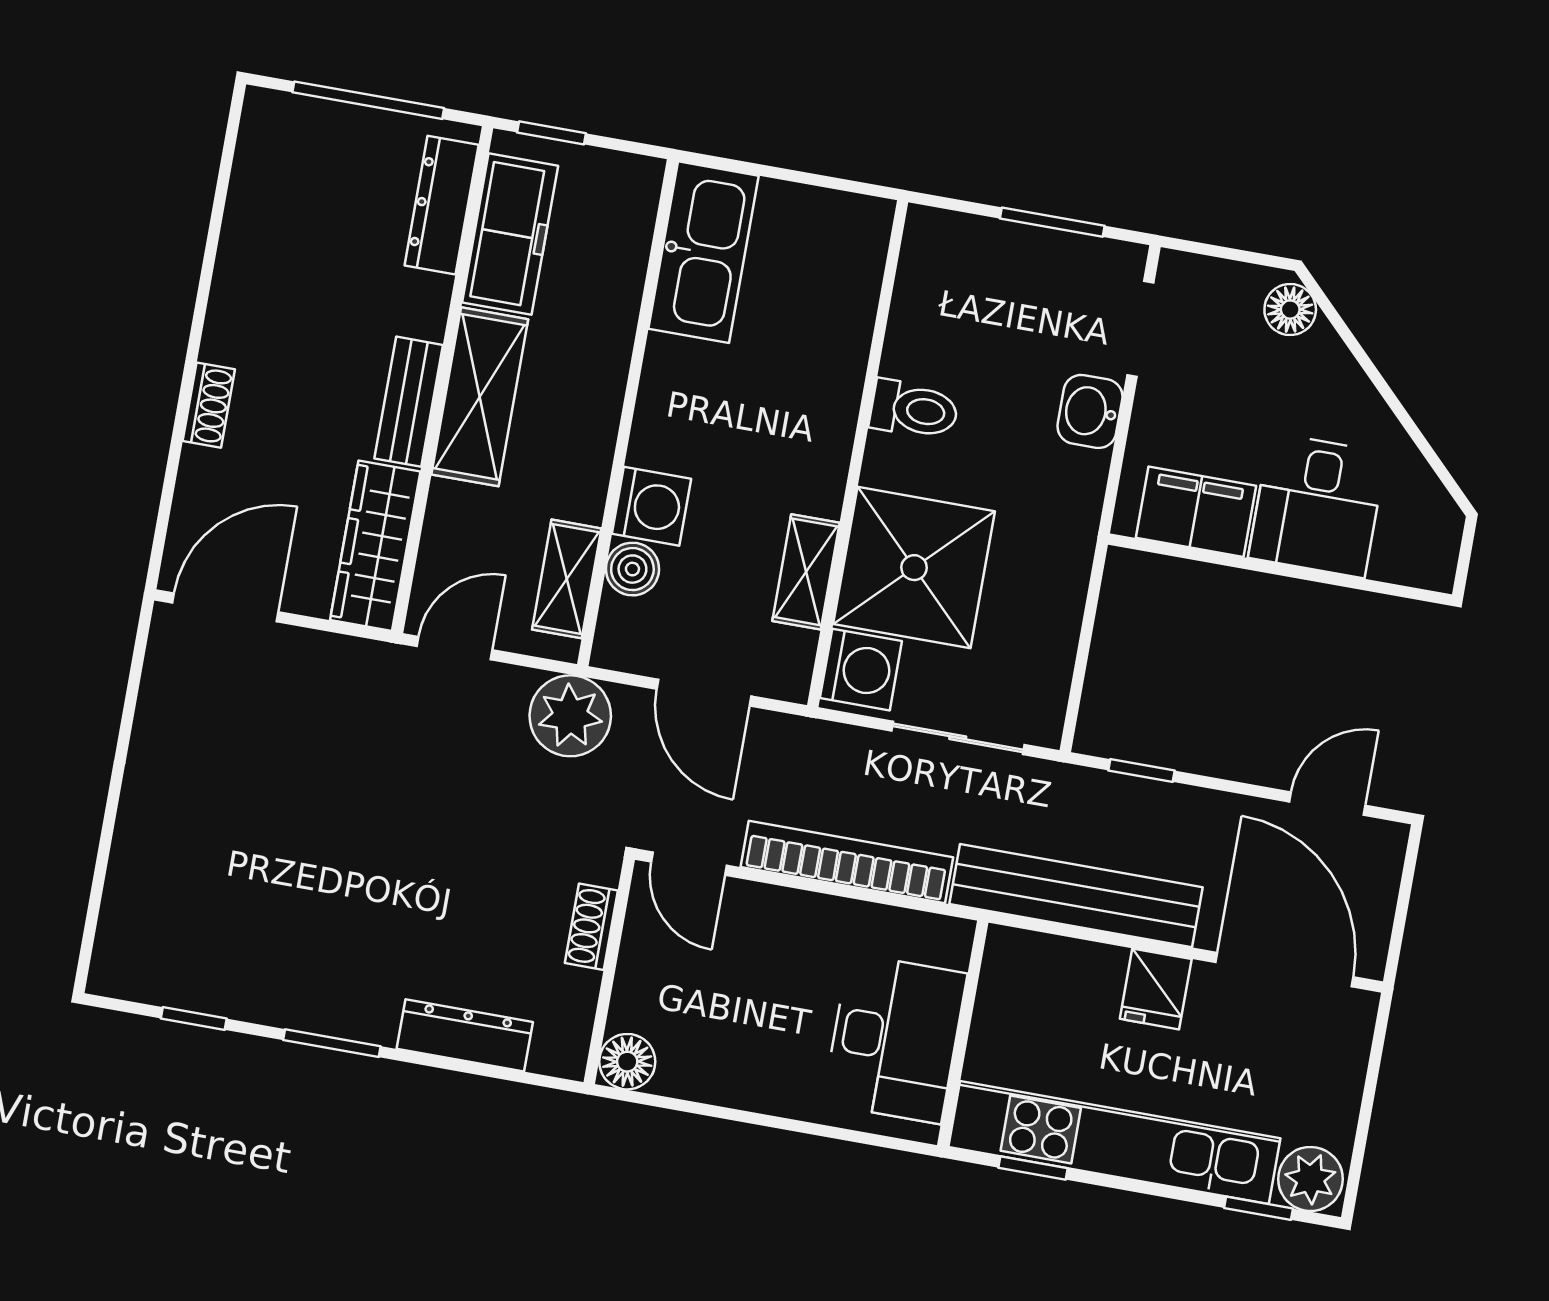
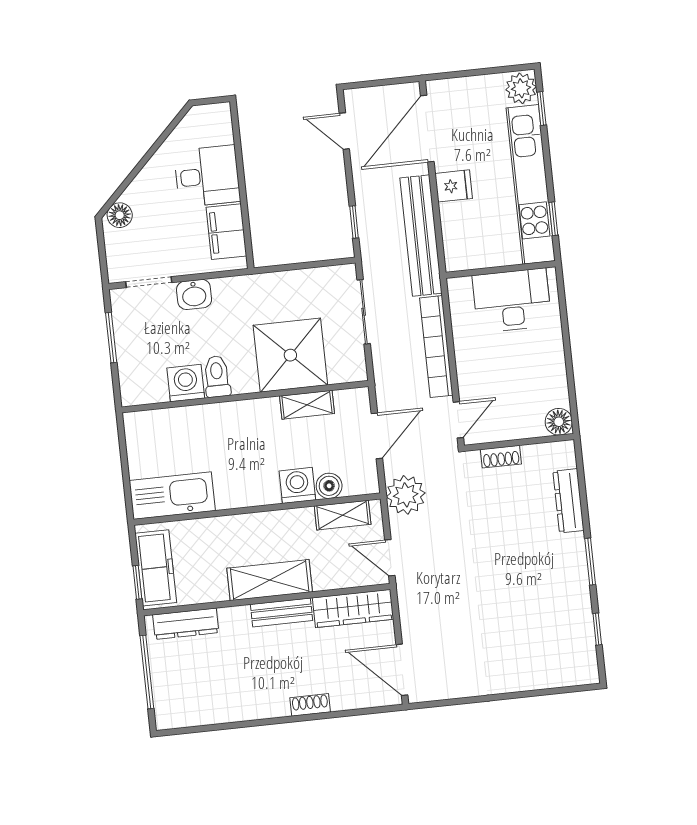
freezer: (510, 234) -> (156, 568), moved, turned 90
washing machine: (861, 670) -> (186, 383), moved

